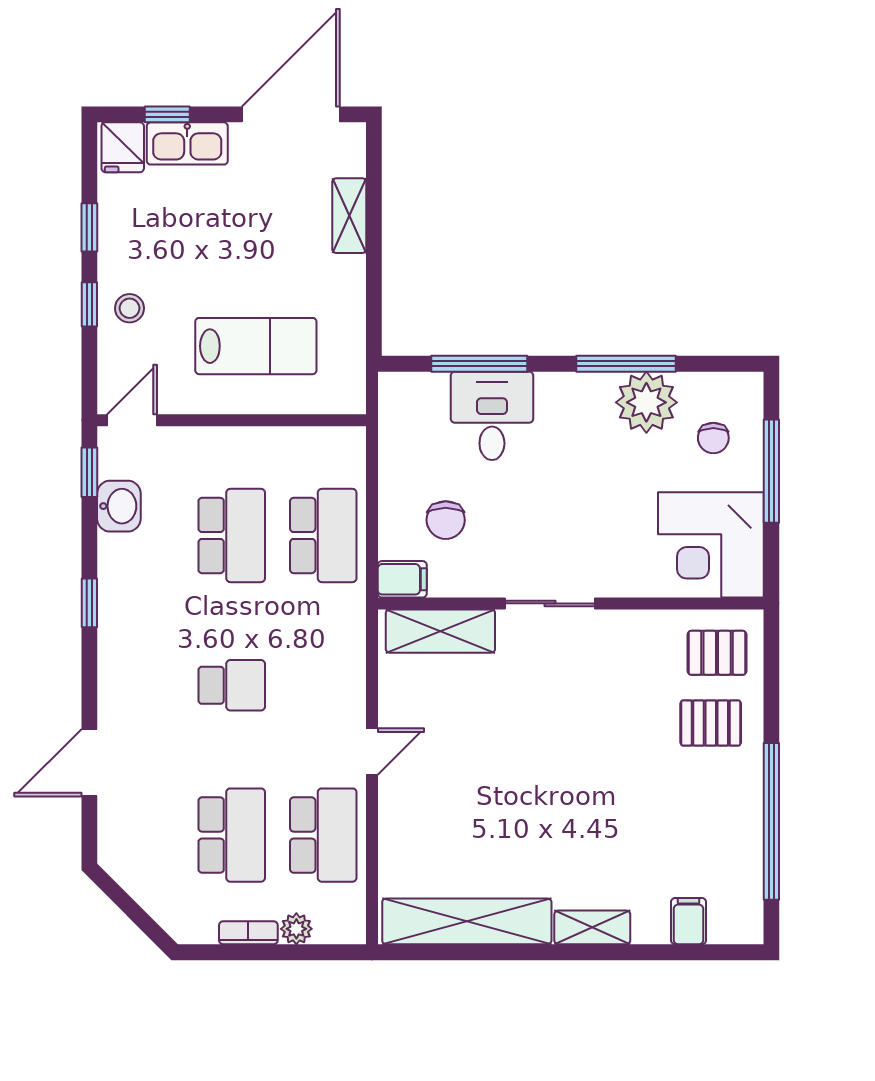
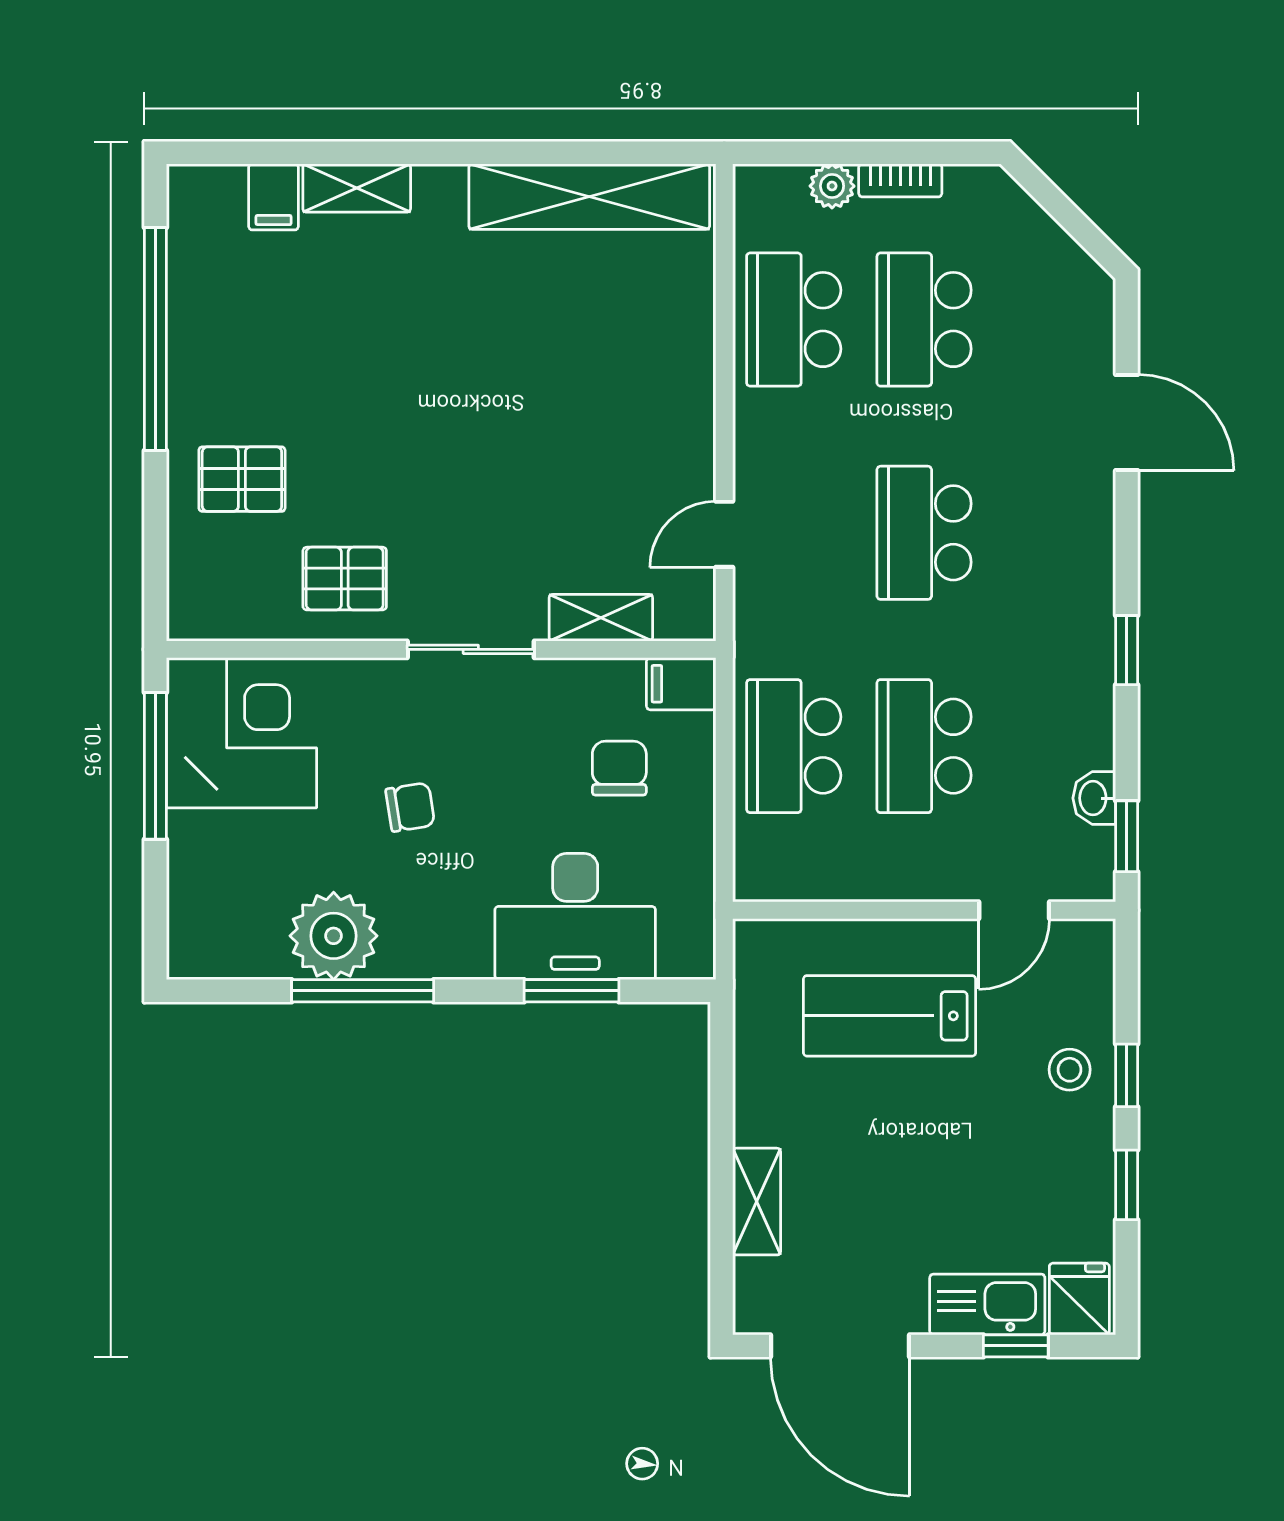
door: (291, 114) -> (840, 1346), hinge flipped
window: (479, 364) -> (571, 991), width x0.69
desk: (492, 416) -> (575, 916), width x1.37
door: (132, 420) -> (1014, 910), moved
chair: (713, 438) -> (410, 807), moved, turned 81
window: (771, 471) -> (155, 766), moved
washbasin: (119, 506) -> (1094, 798), width x0.72, depth x0.69
shelving: (440, 631) -> (601, 618), width x0.67, depth x0.75
pallet: (717, 653) -> (345, 579), moved
school desk: (232, 685) -> (924, 533), width x1.85
door: (372, 752) -> (724, 534), moved
door: (89, 763) -> (1127, 422), hinge flipped
shelving: (592, 927) -> (357, 188), moved

